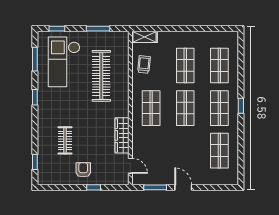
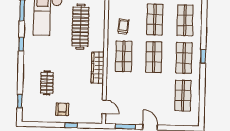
trolley: (144, 64) -> (123, 27), moved
wardrobe: (122, 135) -> (98, 68), moved

